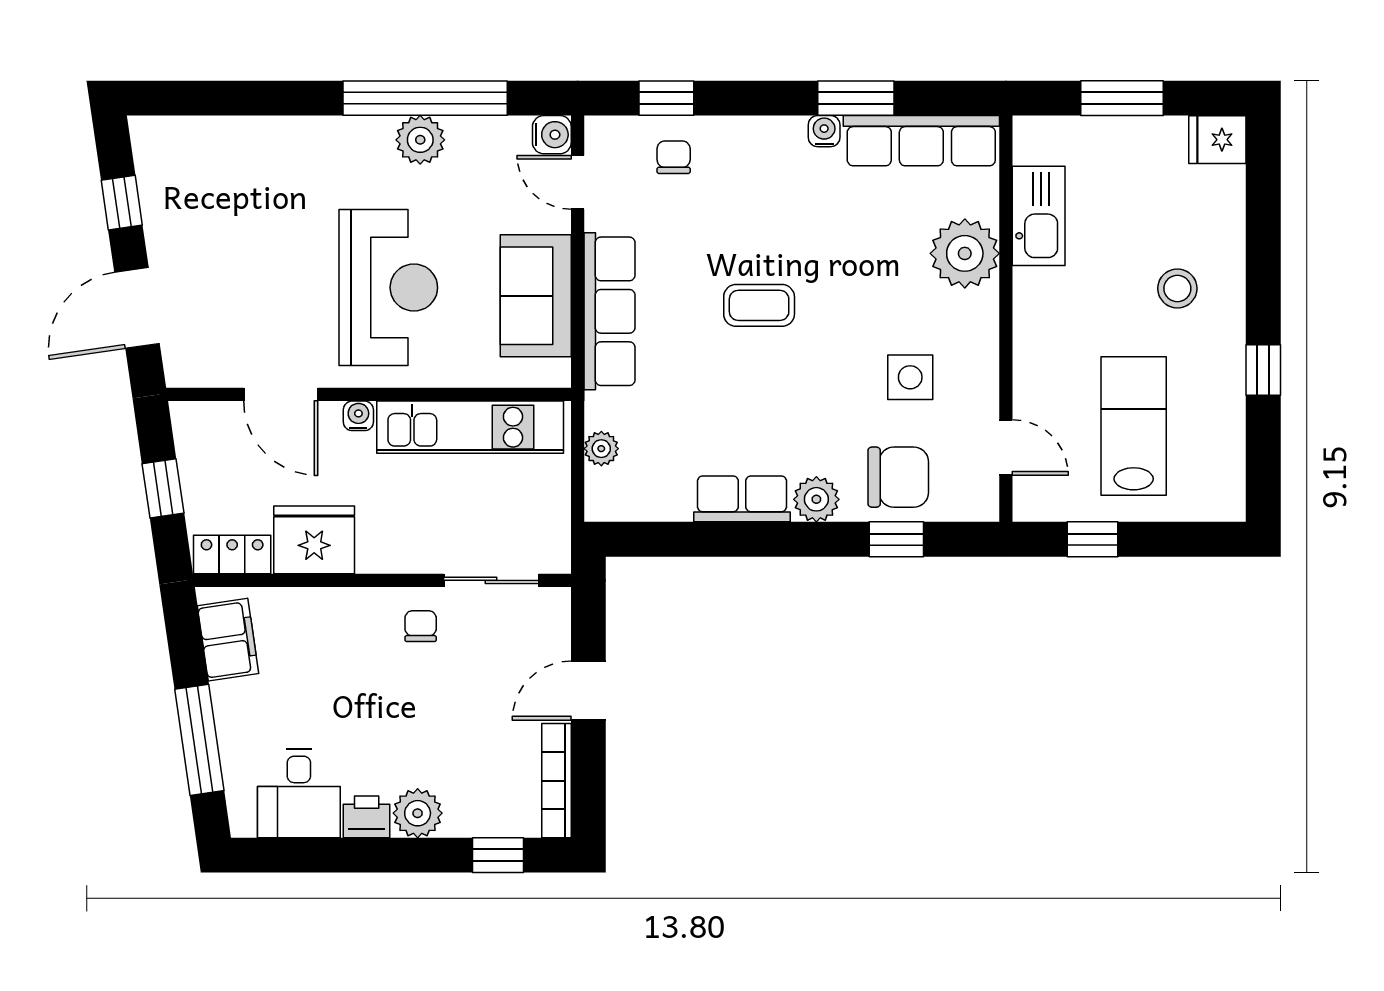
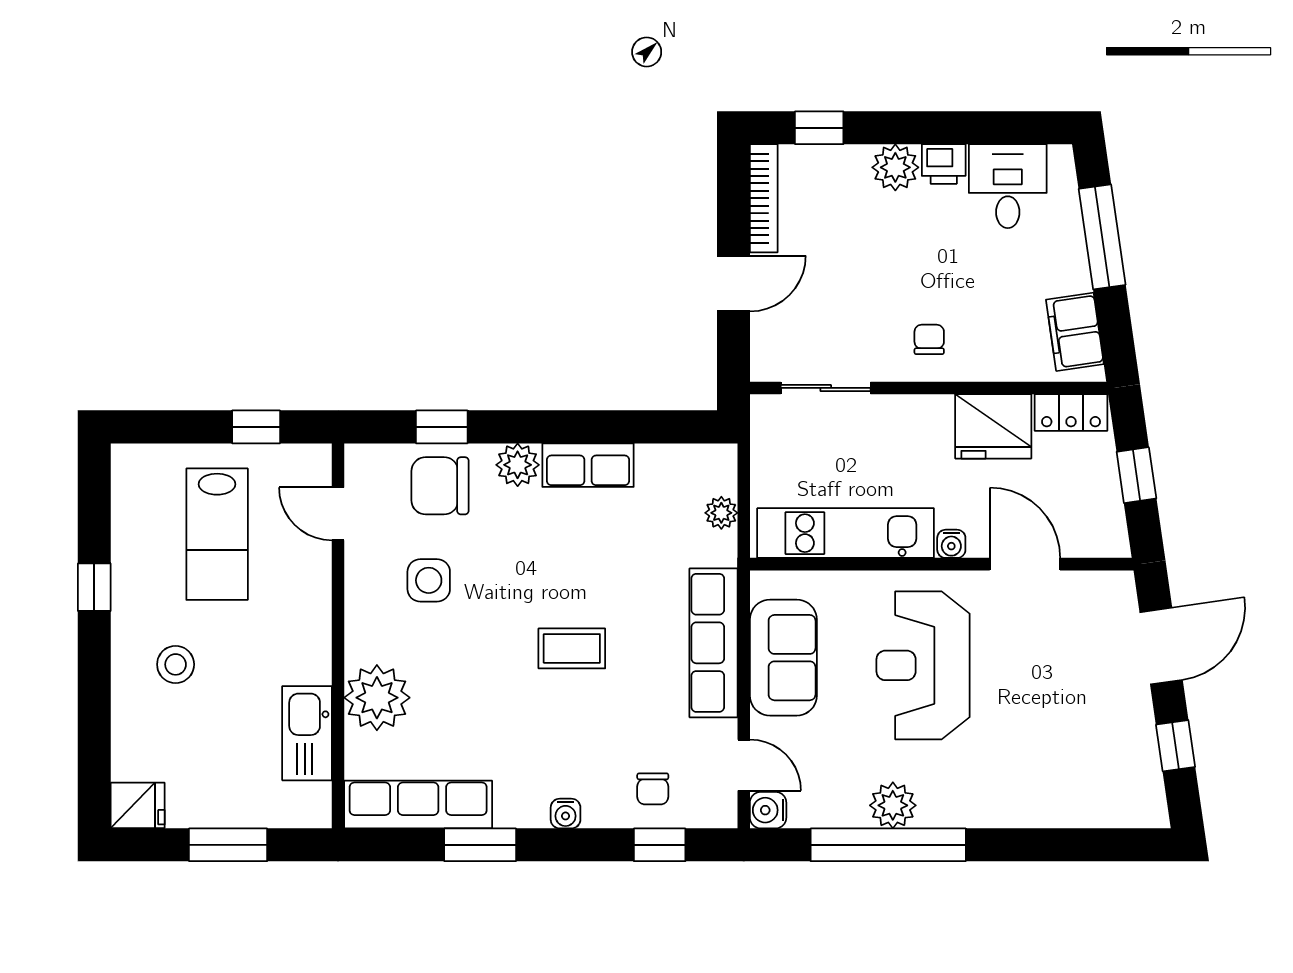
water cooler: (824, 131) -> (566, 814), moved
chair: (421, 626) -> (929, 339), moved, turned 180

